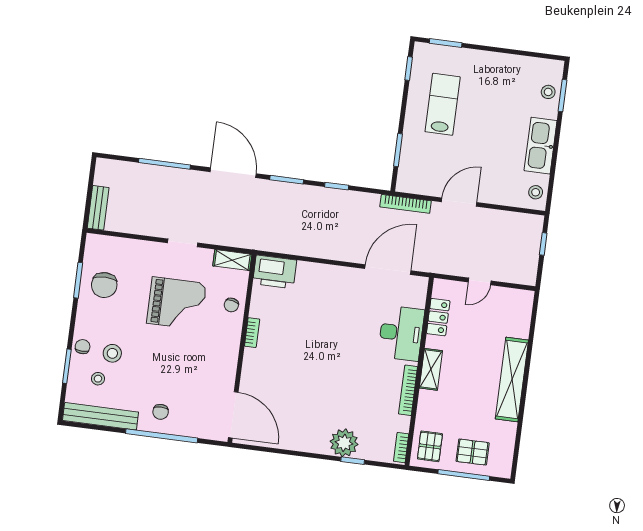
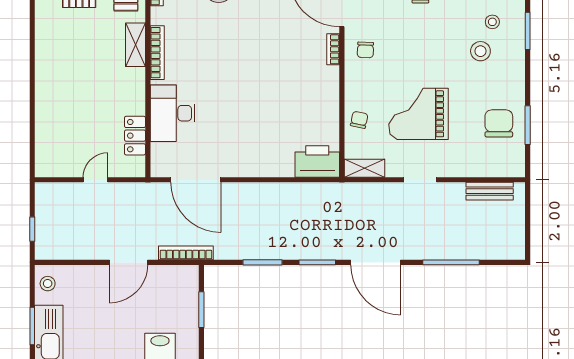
window: (555, 155) -> (32, 326), added
window: (337, 186) -> (263, 262), width x1.50
bench: (98, 208) -> (490, 191), moved, turned 90
door: (388, 270) -> (196, 180), hinge flipped
bookcase: (252, 333) -> (333, 49), moved
chair: (83, 347) -> (365, 50), moved
shelving: (431, 369) -> (136, 45), moved
shelving: (512, 379) -> (47, 79), removed

